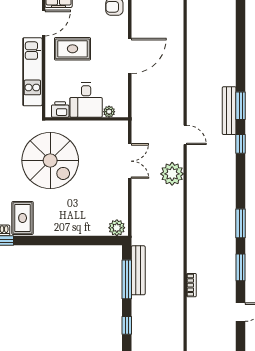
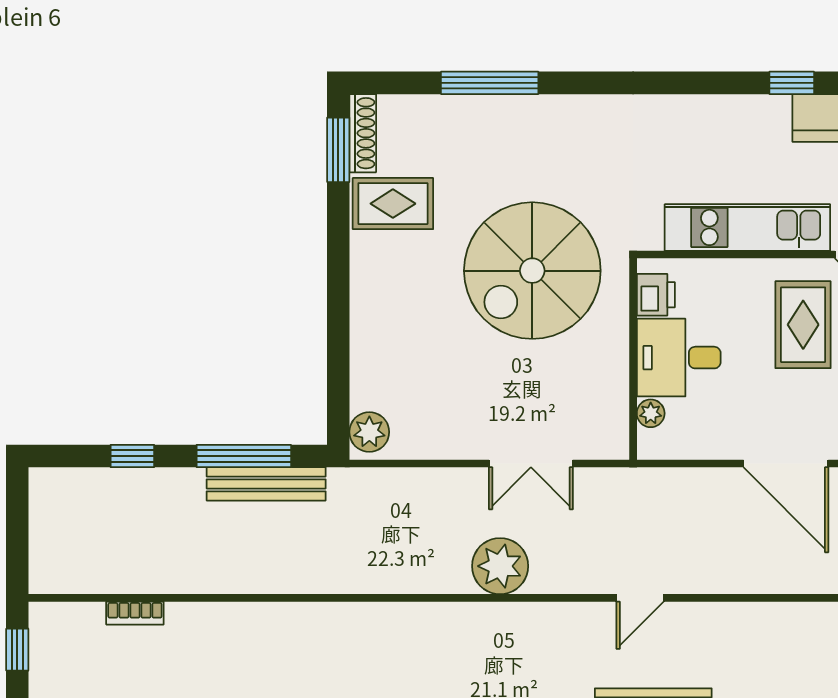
door: (185, 135) -> (640, 598), moved
bookcase: (191, 285) -> (135, 613), moved

